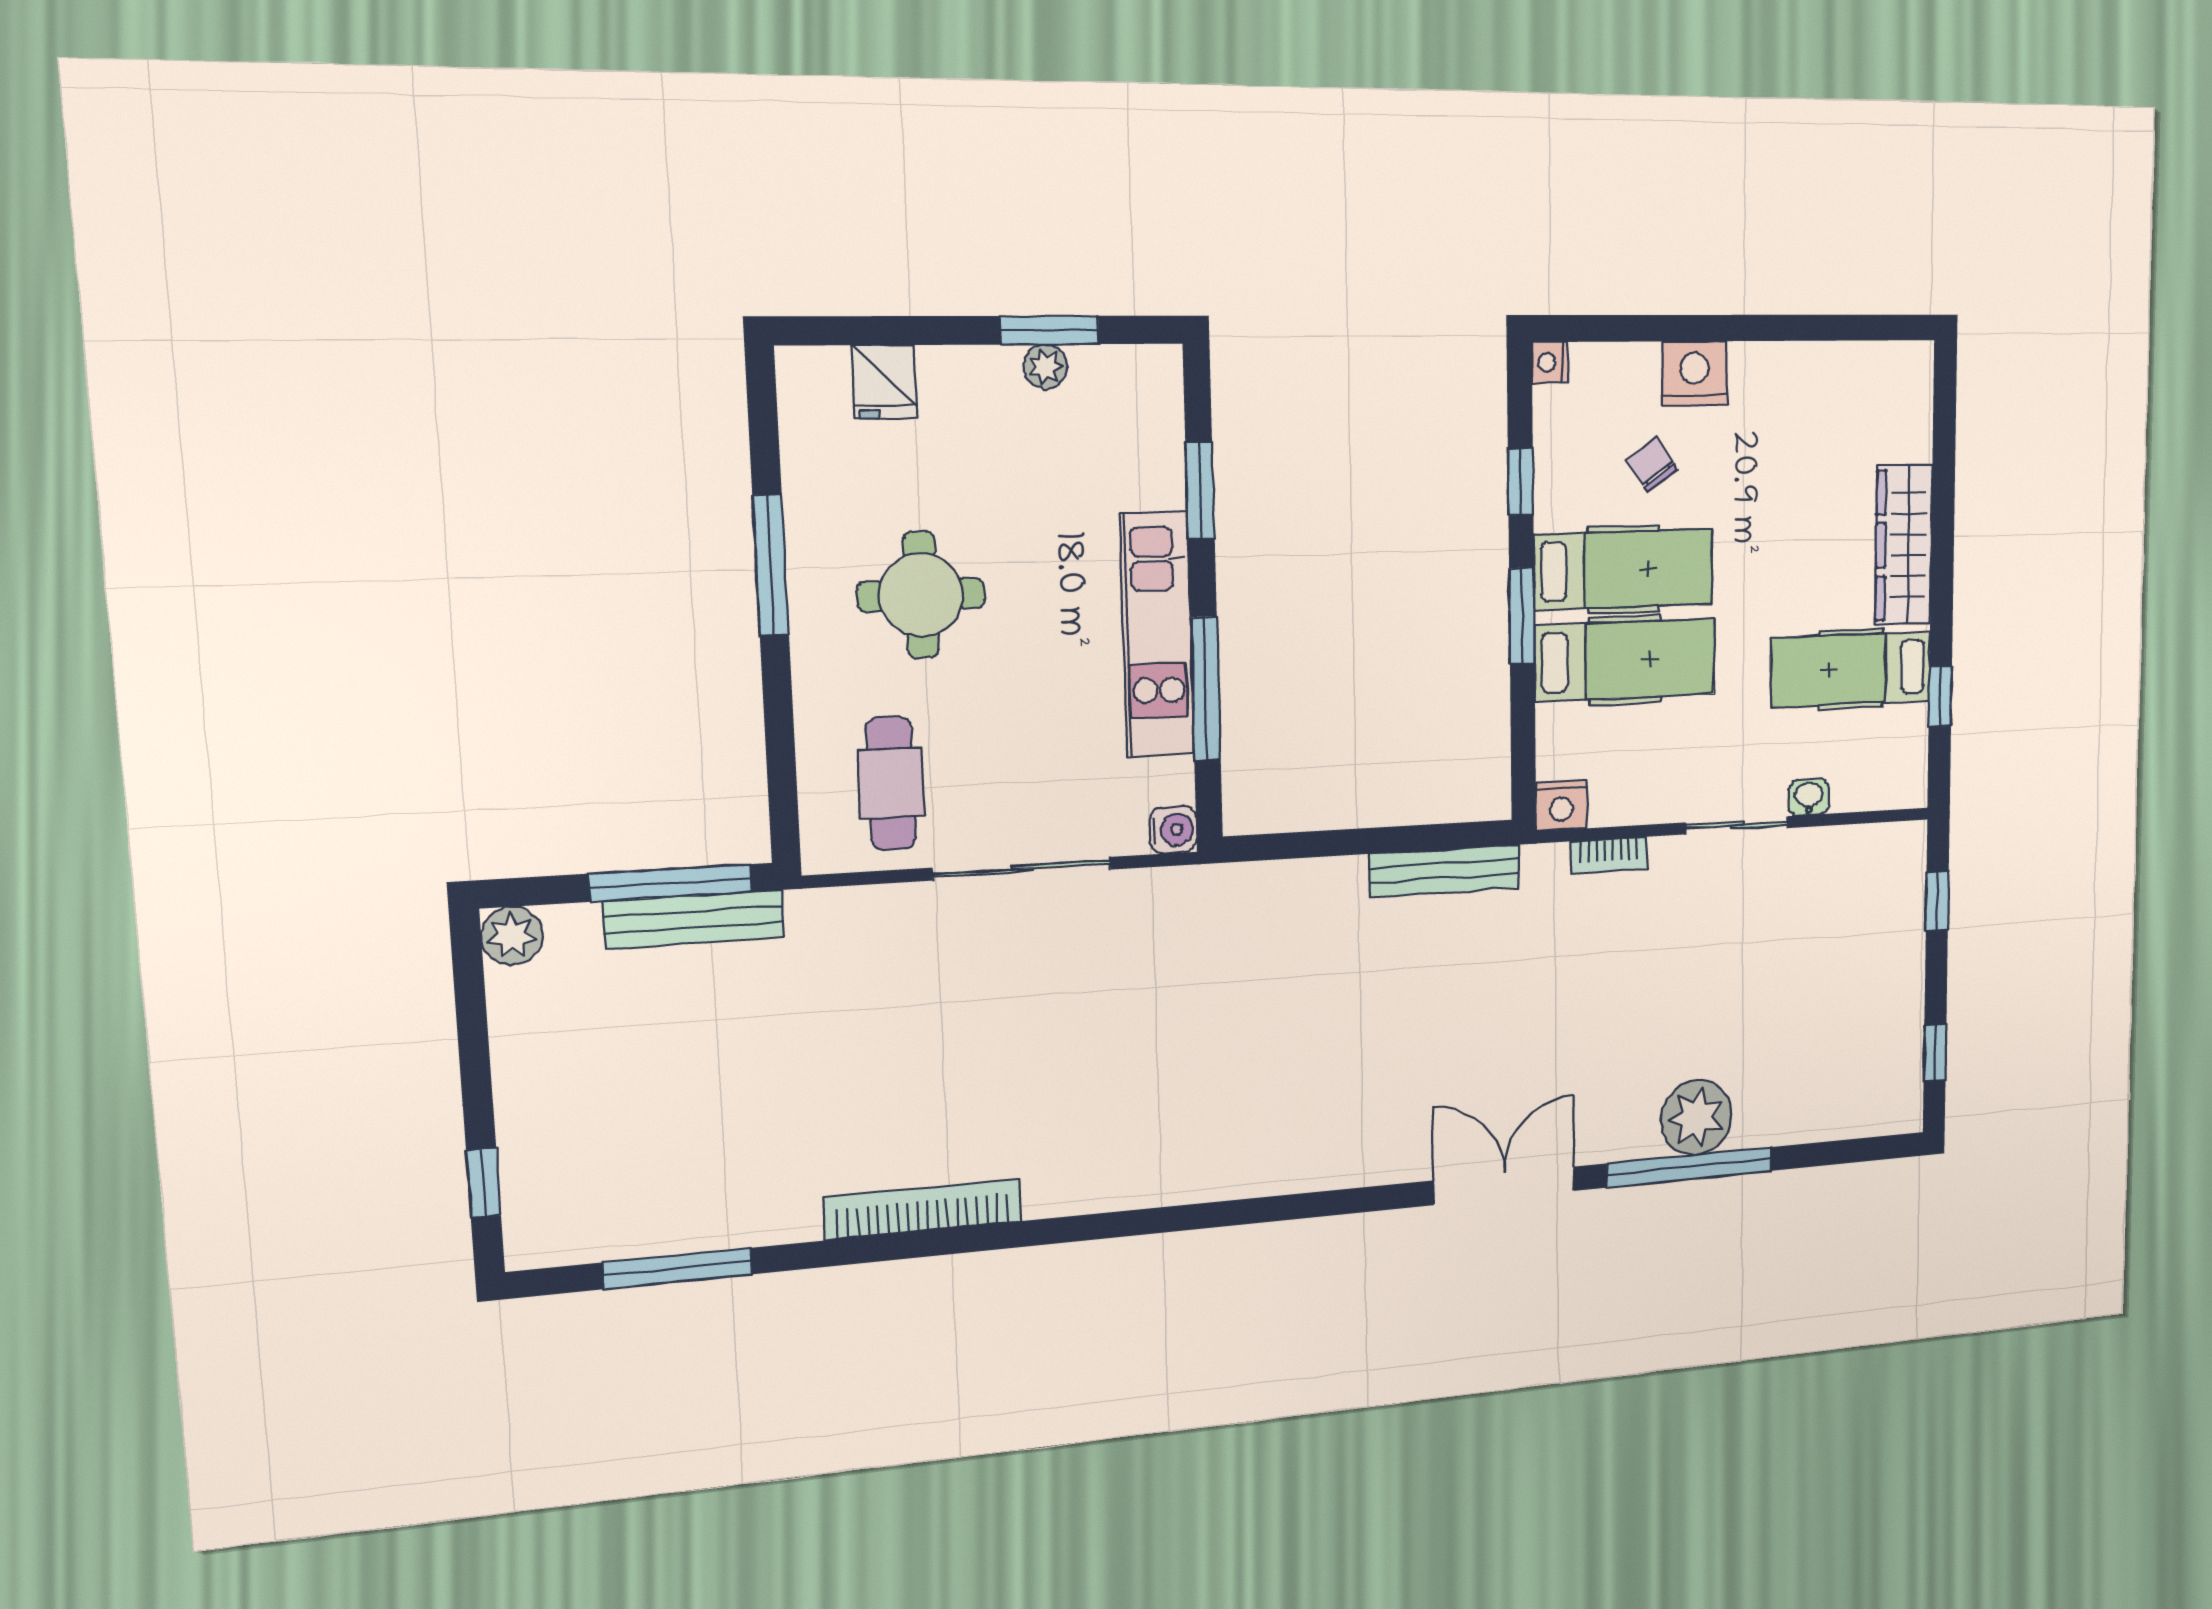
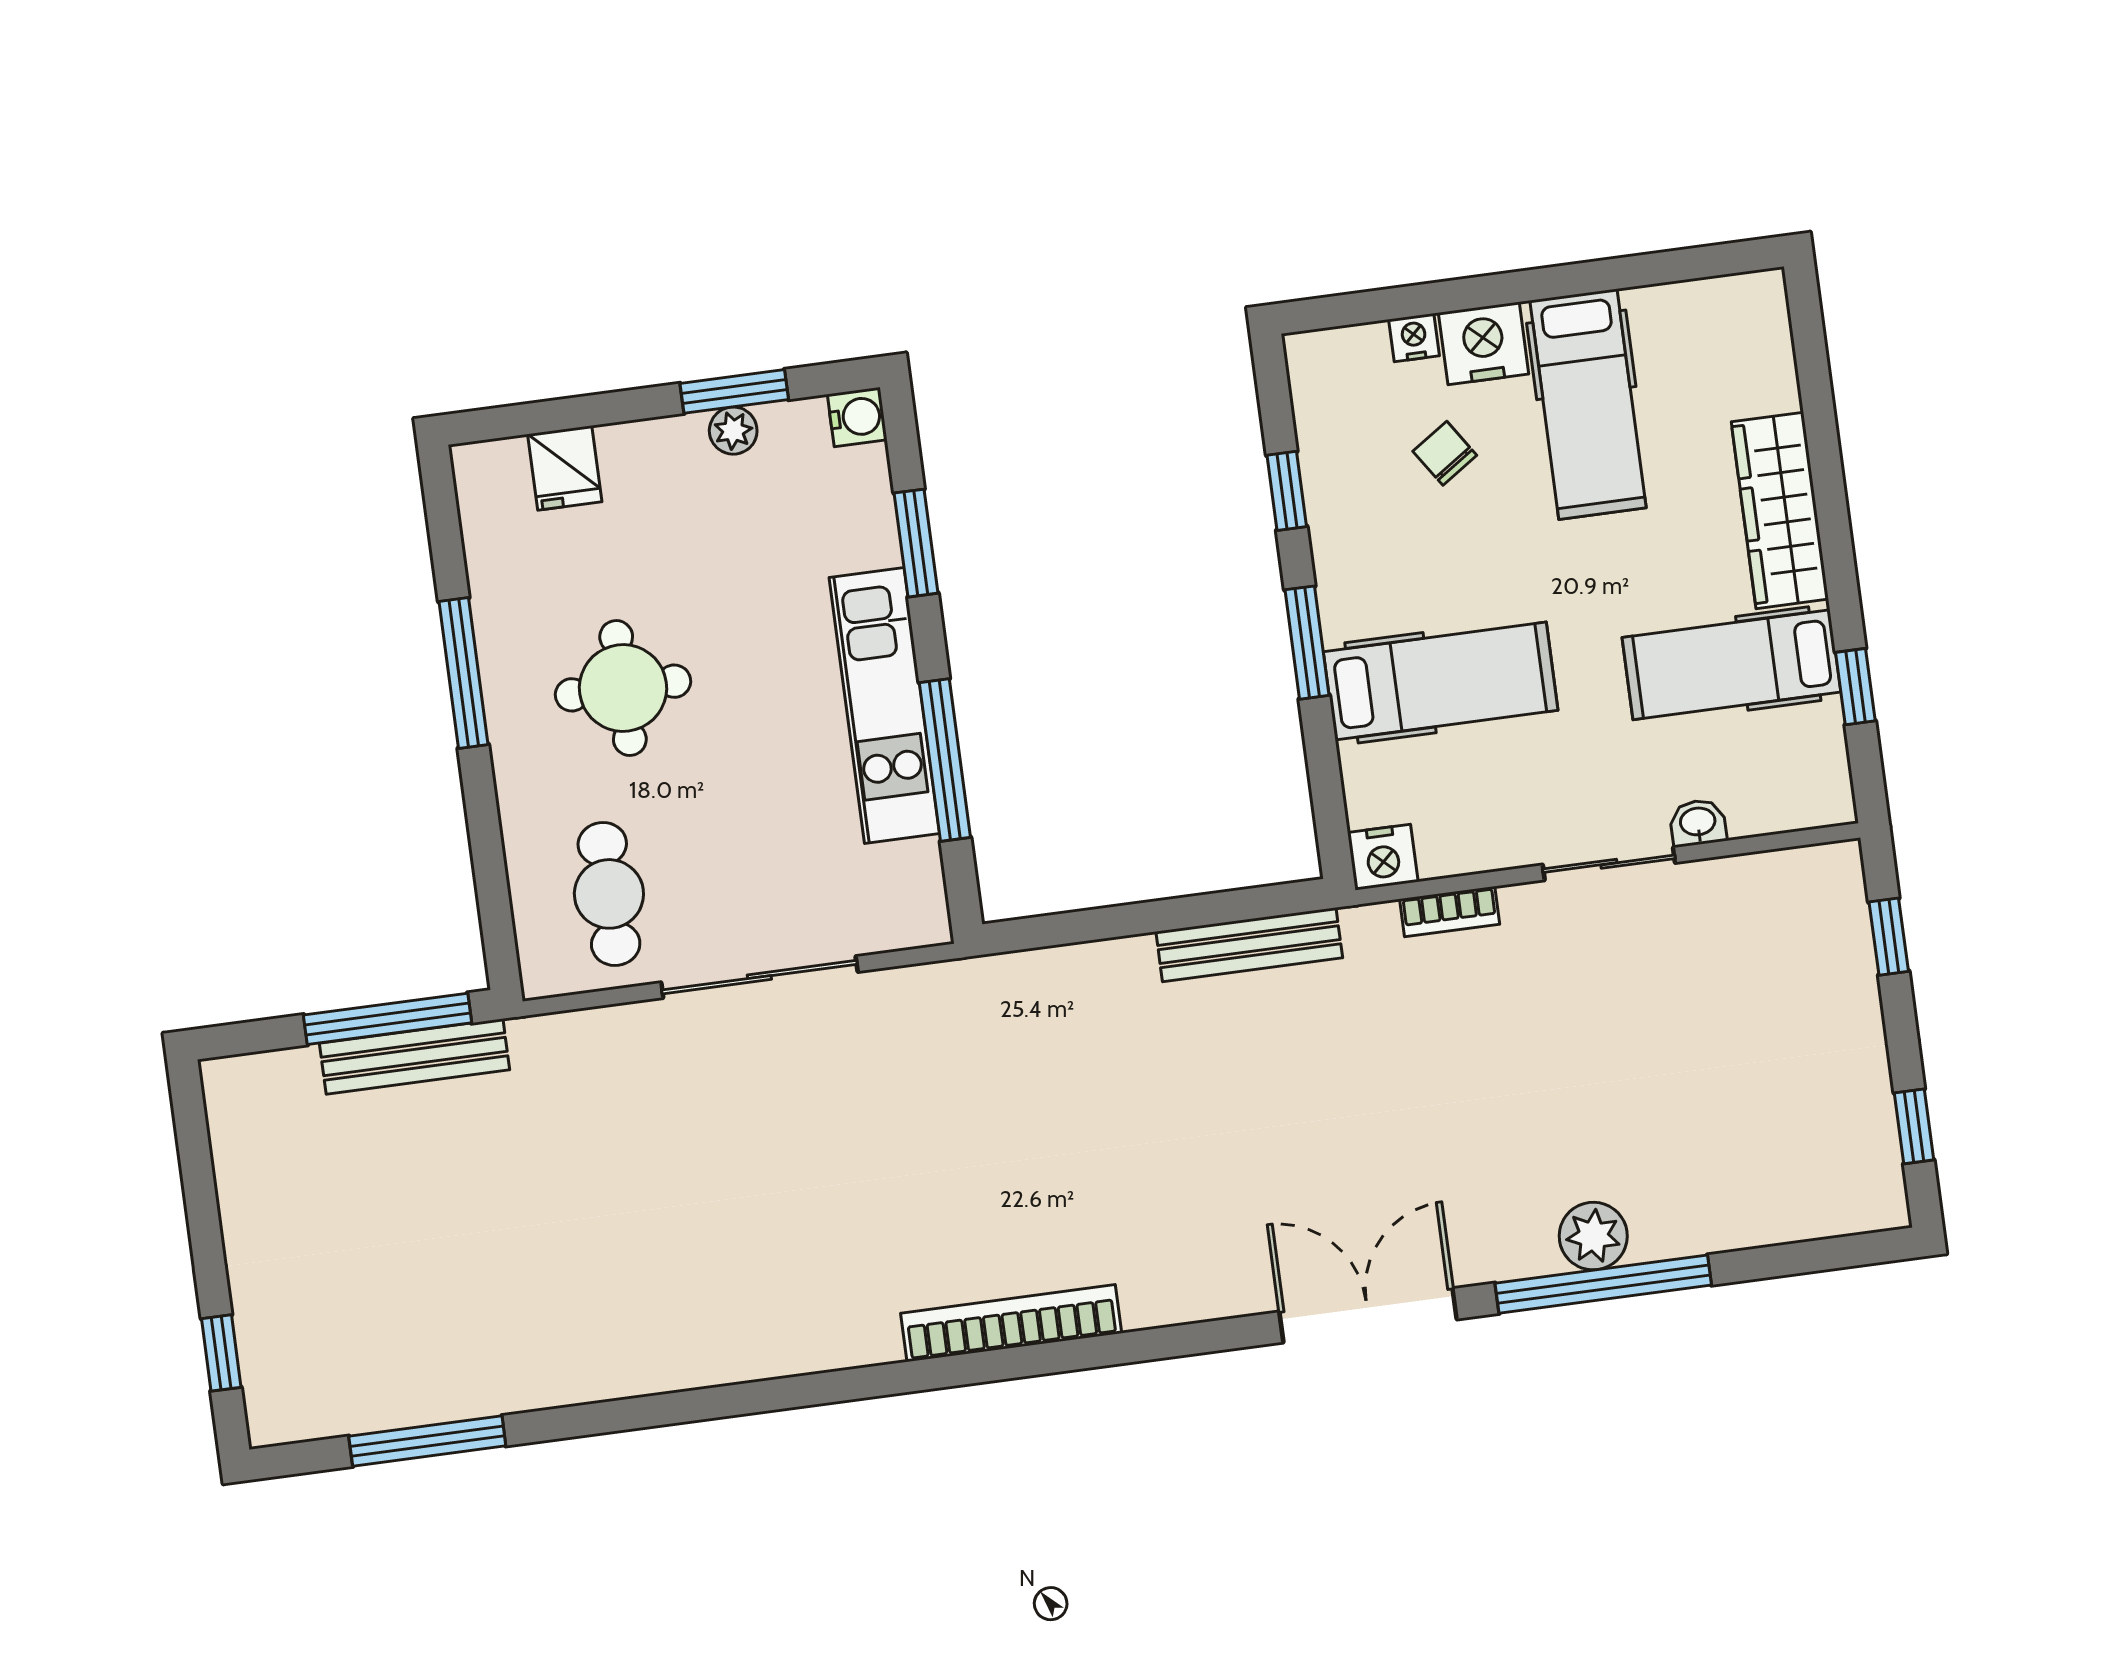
nightstand: (1550, 362) -> (1414, 338), moved, turned 90
hospital bed: (1623, 569) -> (1588, 404), moved, turned 90
water cooler: (1173, 830) -> (857, 417), moved
plant: (512, 936) -> (232, 1086), removed
plant: (1696, 1117) -> (1593, 1236), width x0.73, depth x0.73
bookcase: (923, 1209) -> (1011, 1323), moved

